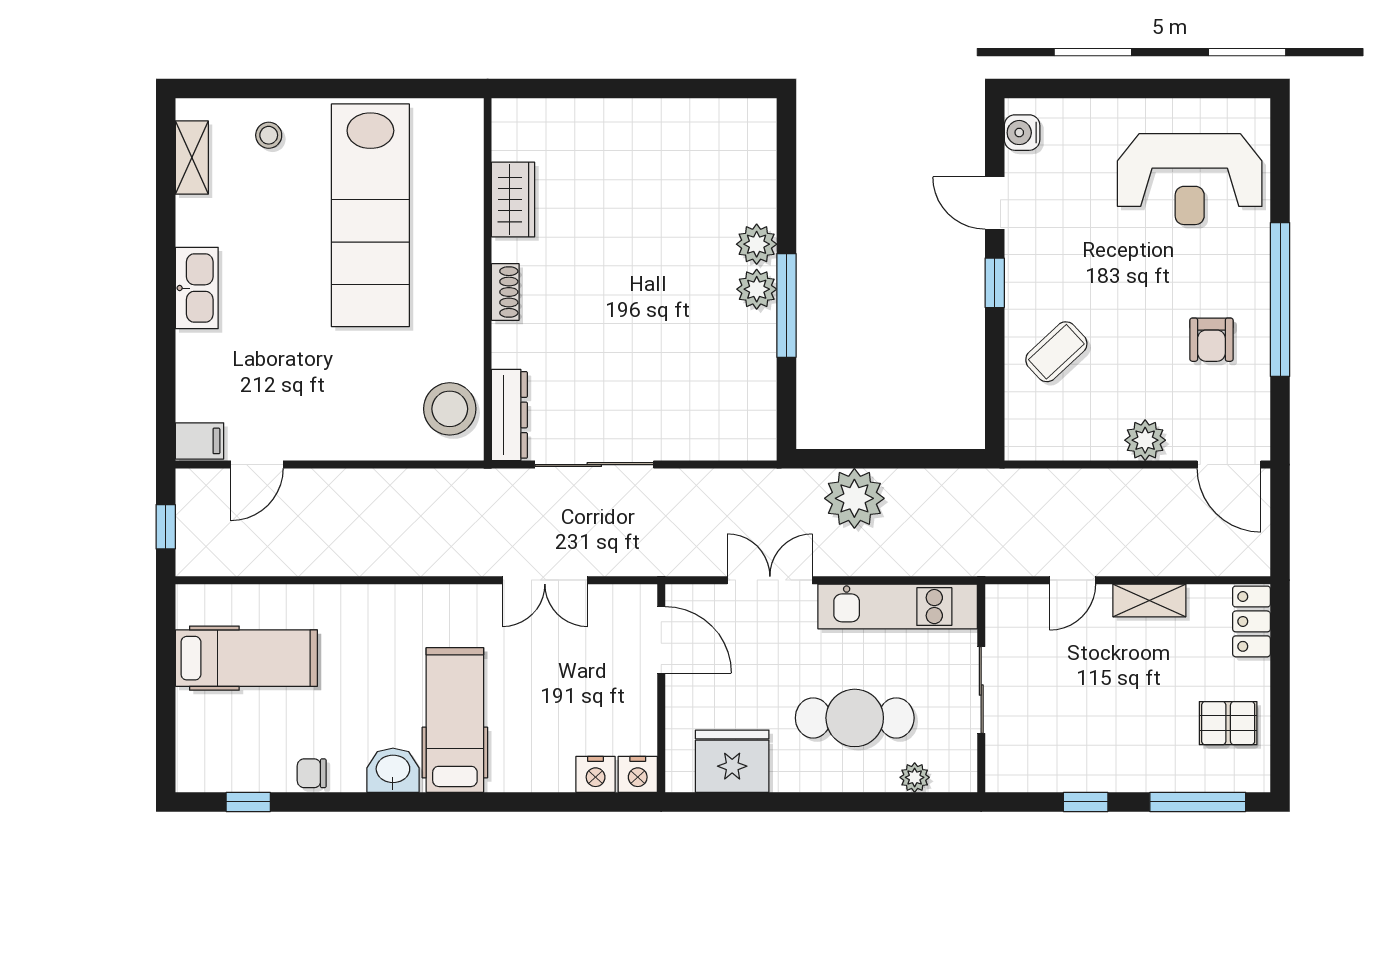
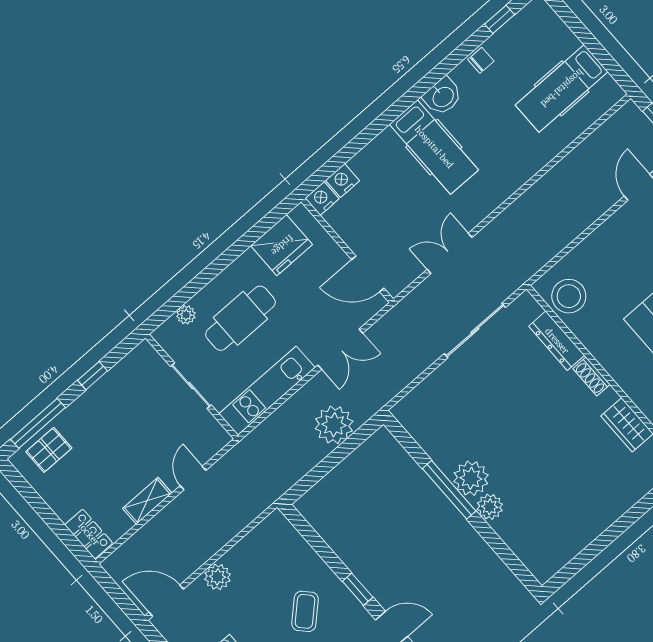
plant: (757, 289) -> (471, 478), width x1.36, depth x1.36
coffee table: (1056, 352) -> (305, 611), moved
dresser: (509, 415) -> (557, 341), moved
pallet: (1228, 723) -> (49, 450), moved

